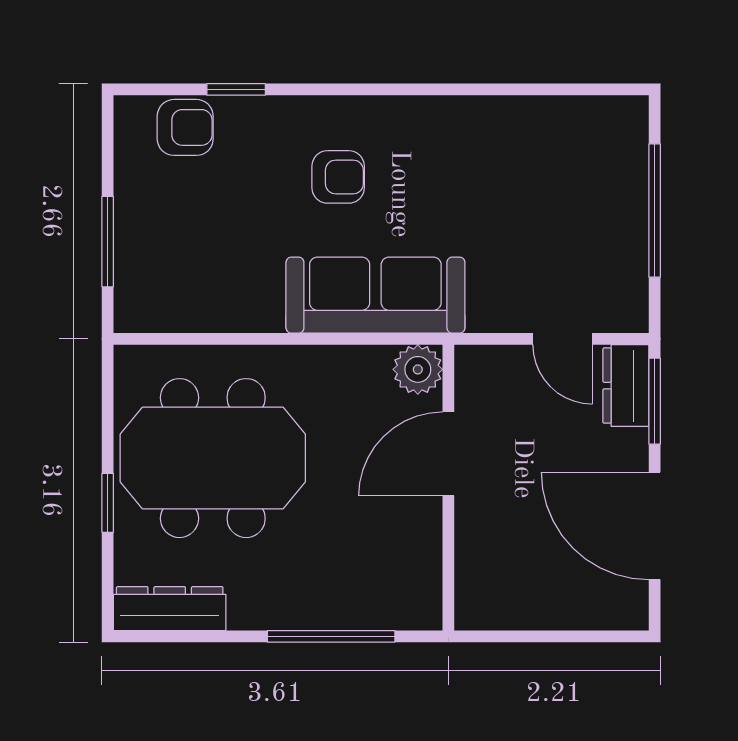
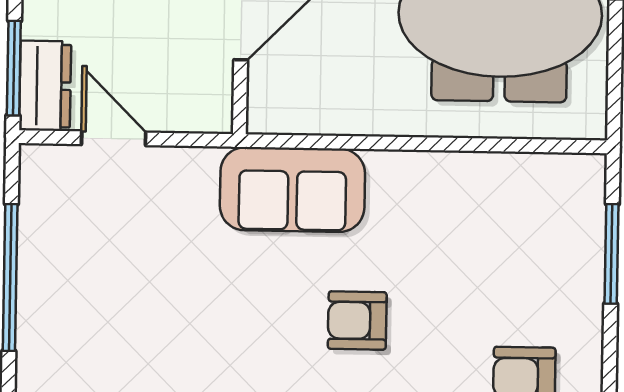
sofa: (375, 295) -> (292, 190), width x0.73
plant: (418, 369) -> (273, 107), removed

